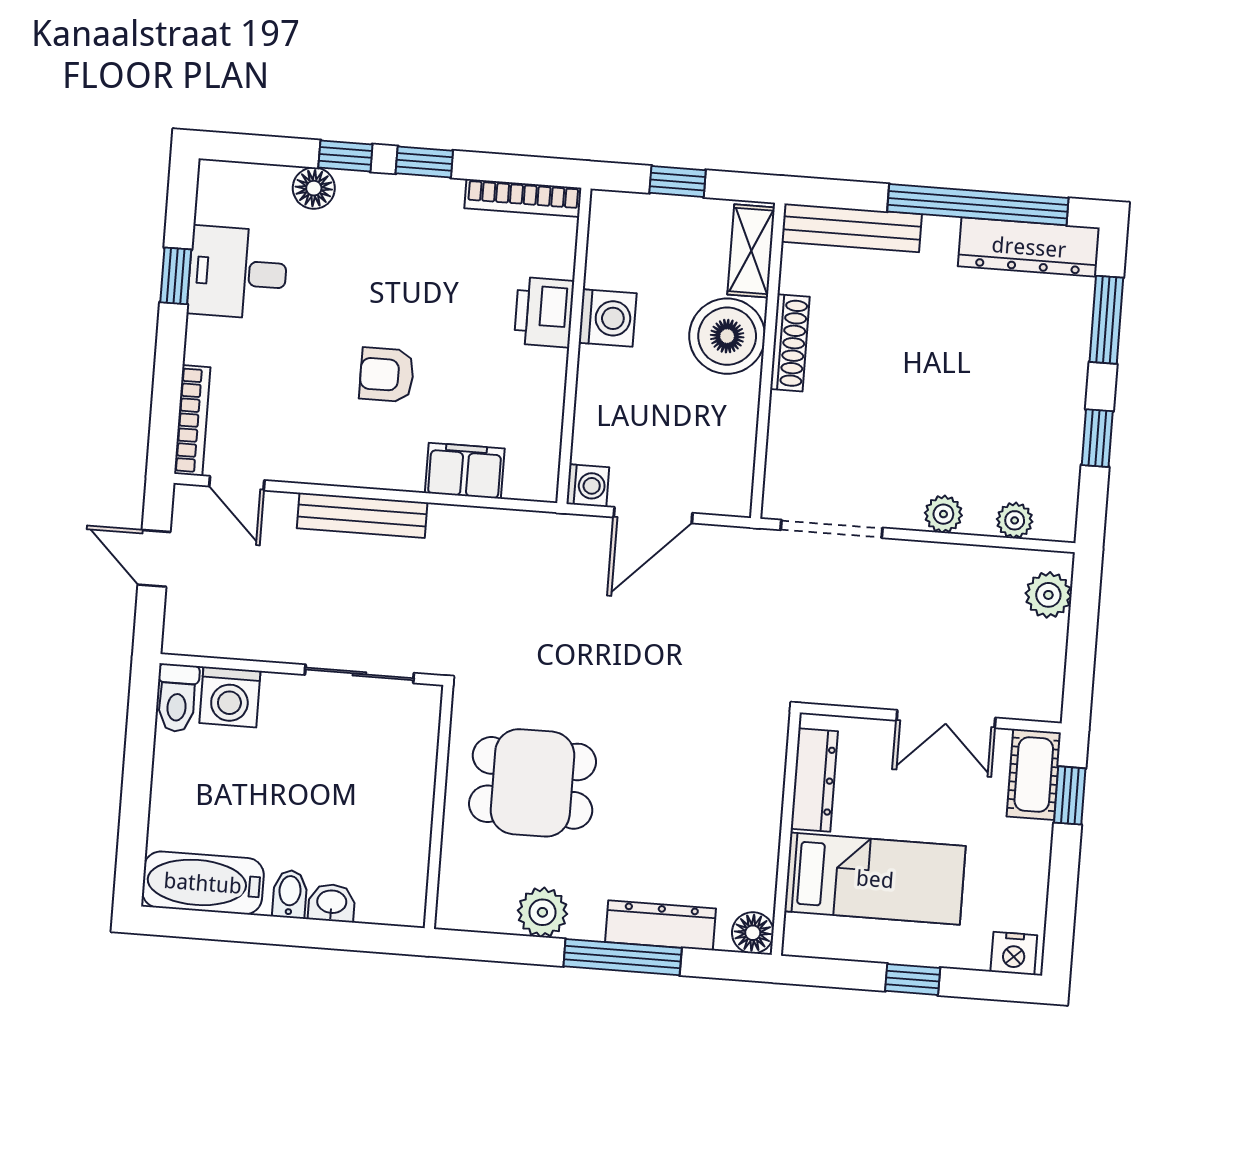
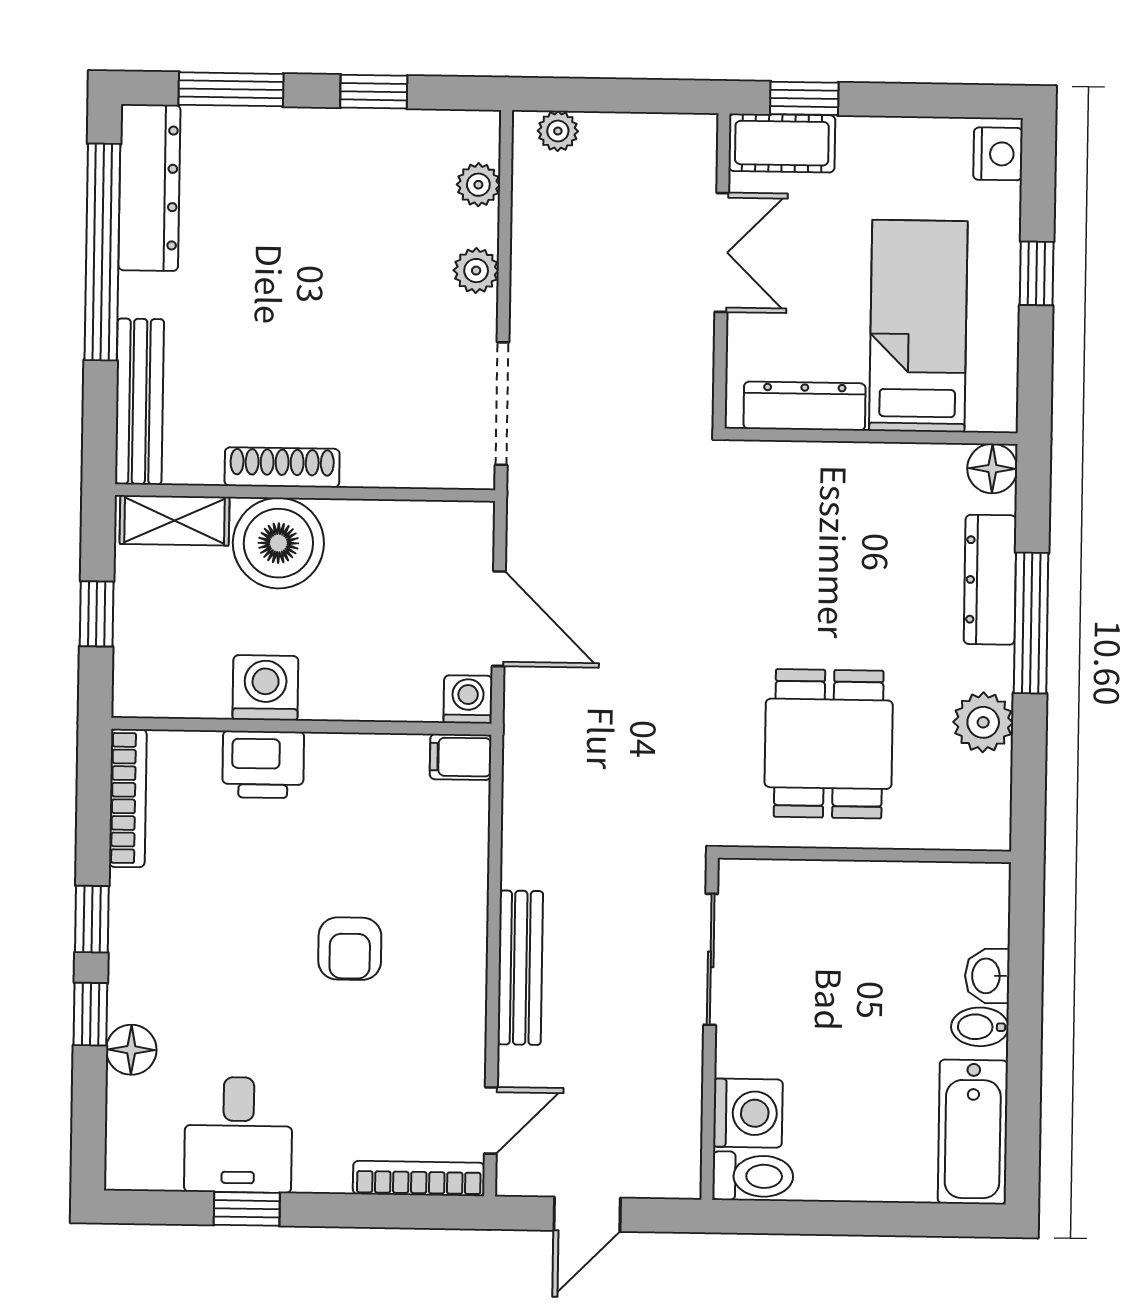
filing cabinet: (465, 471) -> (461, 757), moved, width x0.50
plant: (1048, 595) -> (558, 131), width x0.73, depth x0.73

